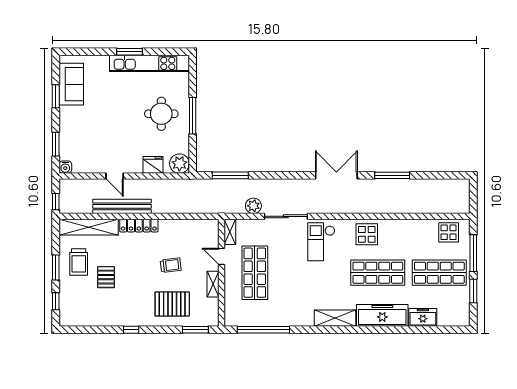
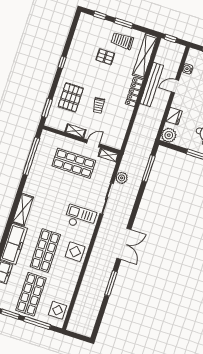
water cooler: (65, 167) -> (188, 69), moved

